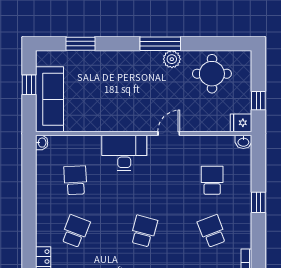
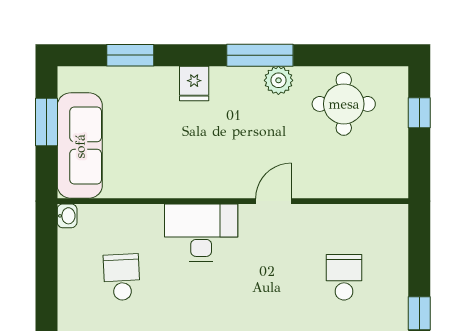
window: (29, 85) -> (46, 122), width x1.50
window: (258, 101) -> (419, 113), moved
fridge: (241, 123) -> (194, 83), moved, turned -90
washbasin: (243, 142) -> (395, 215), removed

